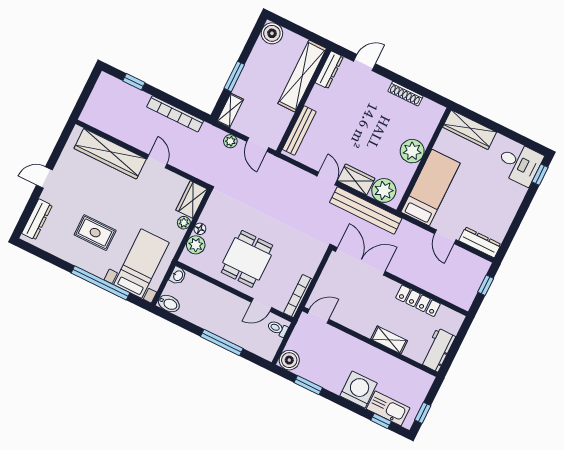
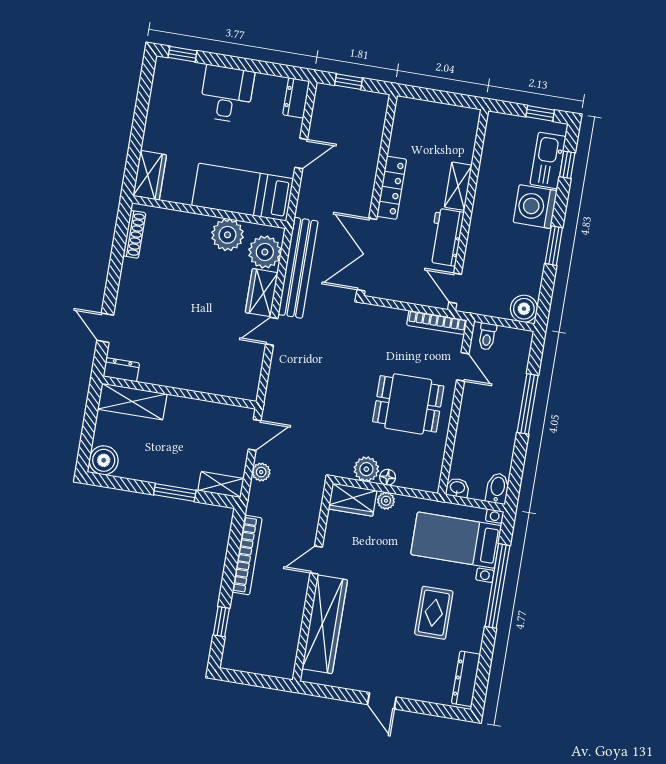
dresser: (329, 70) -> (121, 370), width x0.70
shelving: (302, 76) -> (132, 402), width x0.68
shoe rack: (405, 94) -> (134, 234), moved
bench: (299, 130) -> (220, 386), removed
wardrobe: (470, 130) -> (150, 175), width x0.67
plant: (412, 151) -> (227, 235), moved
desk: (519, 163) -> (227, 94), moved
dresser: (37, 219) -> (466, 679), moved, turned -90
dresser: (480, 242) -> (296, 98), width x0.70
plant: (196, 245) -> (366, 469), moved
locker: (418, 301) -> (392, 188), moved
workbench: (438, 350) -> (446, 237), moved, turned 90
window: (308, 385) -> (554, 246), moved

